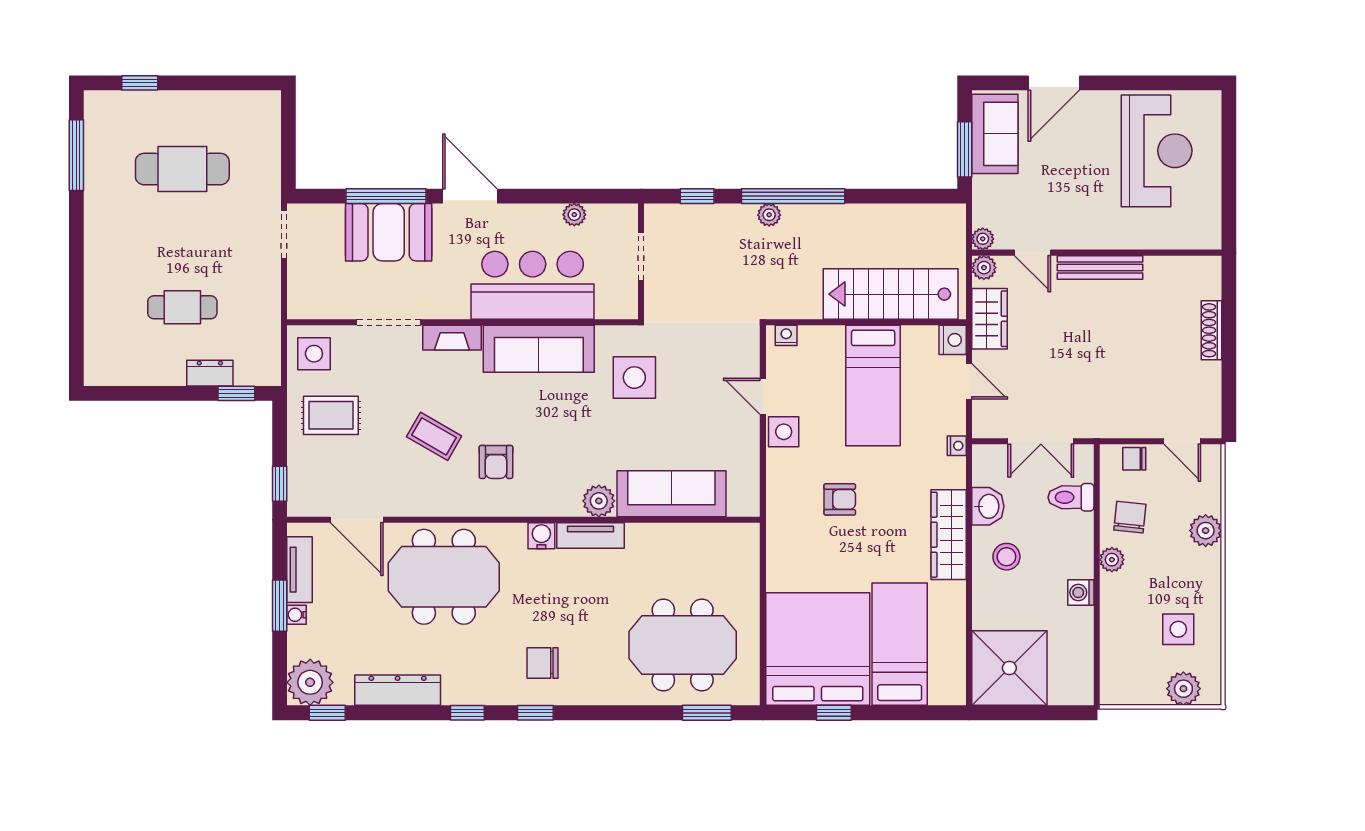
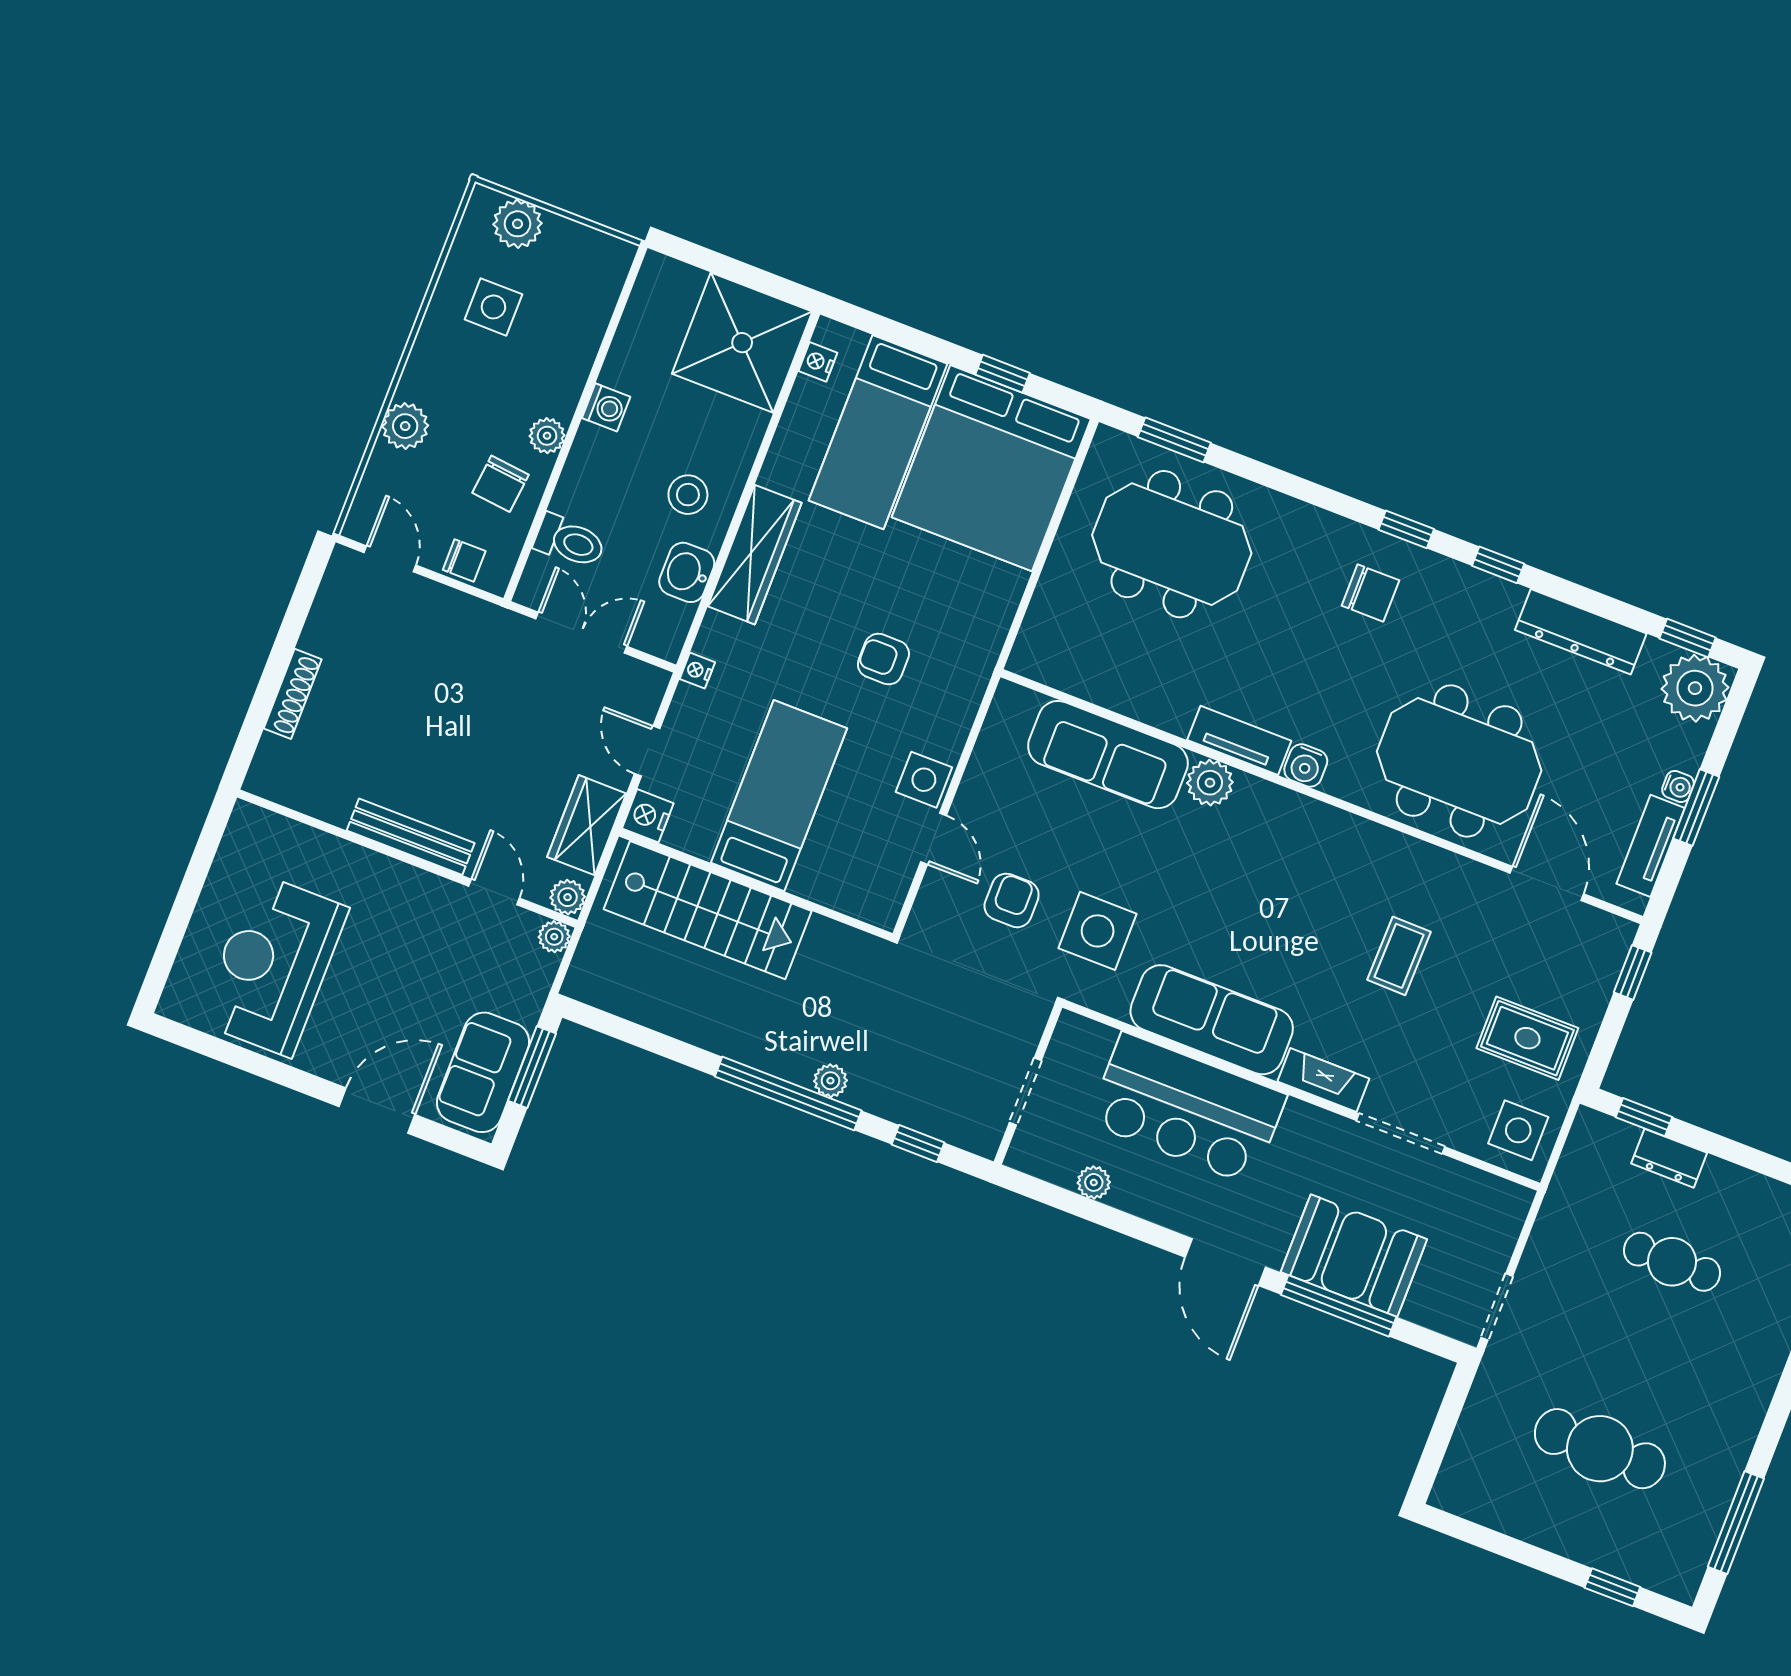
nightstand: (786, 335) -> (818, 362), moved, turned 90
coffee table: (434, 436) -> (1399, 956), turned 61
armchair: (496, 462) -> (1012, 900), moved

